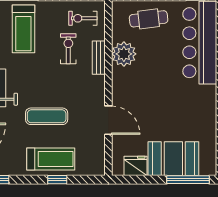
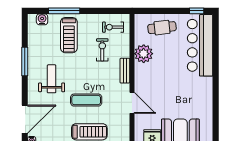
bench: (99, 58) -> (125, 71), moved

